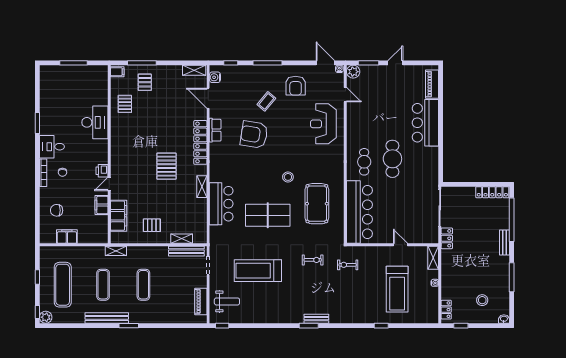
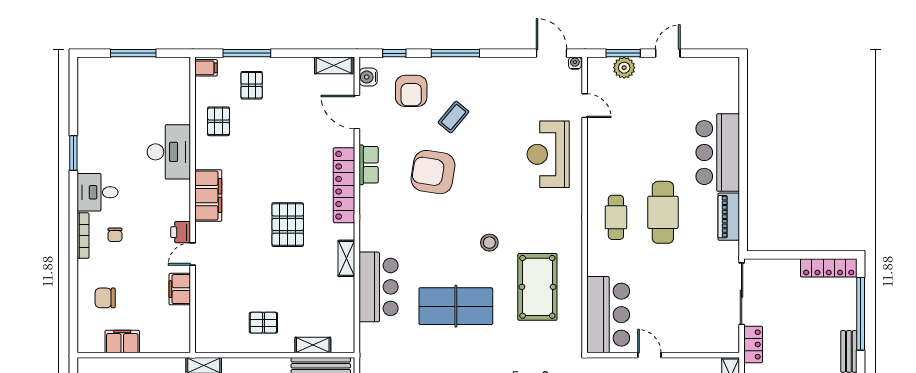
plant: (353, 72) -> (624, 68), moved
piano: (432, 84) -> (729, 217), moved
armchair: (296, 86) -> (411, 91), moved
bar counter: (359, 212) -> (608, 315), width x0.73
filing cabinet: (119, 216) -> (208, 196), moved
door: (401, 245) -> (649, 355), moved

